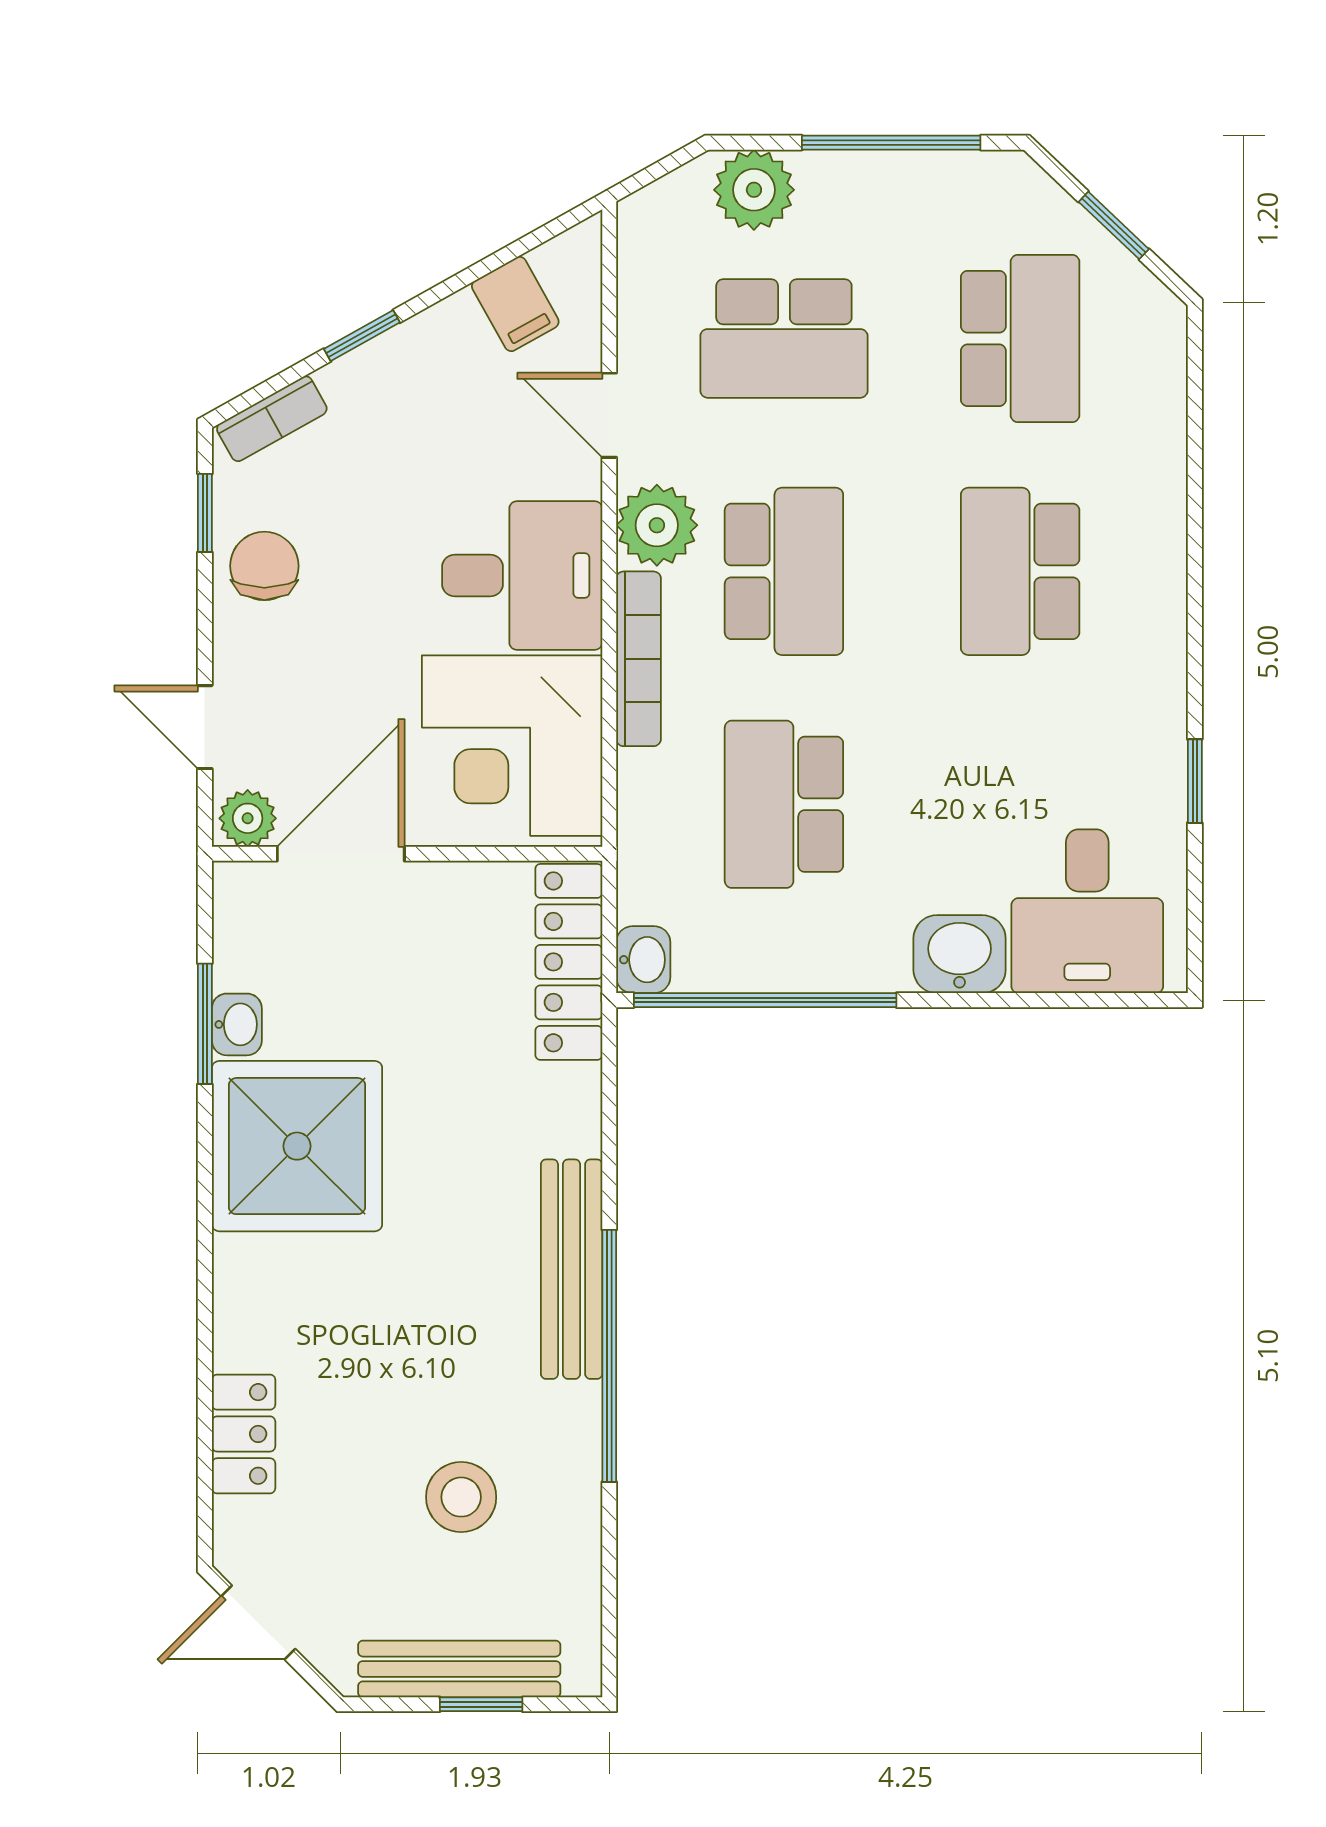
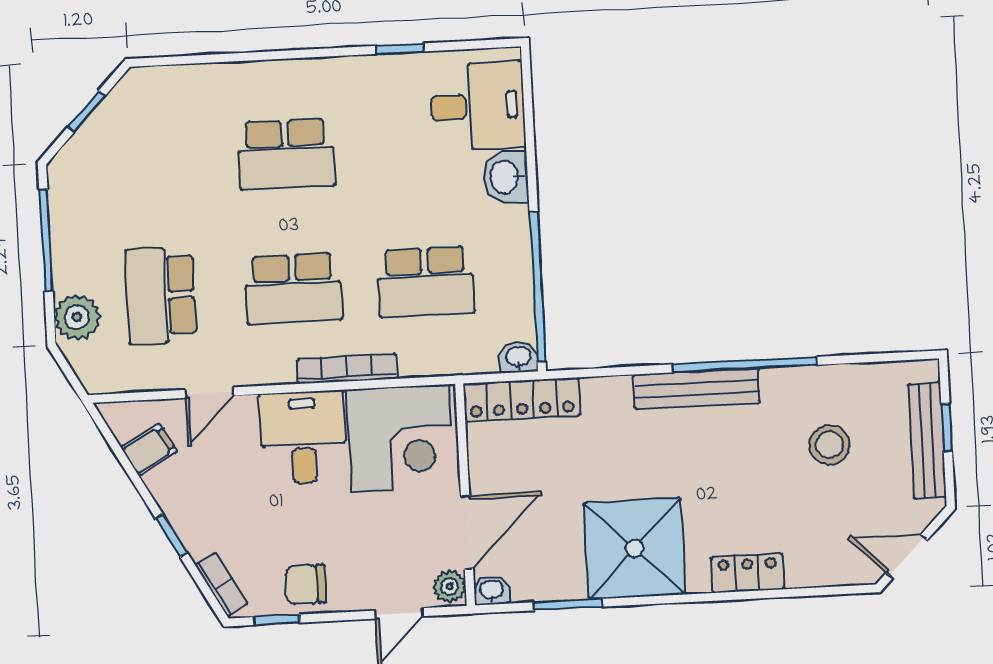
school desk: (784, 338) -> (161, 296), turned 180
school desk: (1020, 338) -> (154, 161), removed
plant: (657, 525) -> (271, 362), removed
school desk: (784, 571) -> (293, 289), turned 180
door: (341, 854) -> (467, 532), swing flipped
washbasin: (237, 1024) -> (492, 590), moved
locker: (244, 1434) -> (748, 573), moved
door: (258, 1622) -> (907, 556), swing flipped

